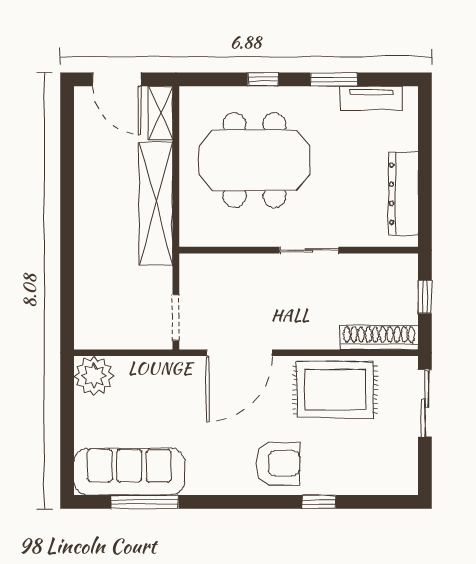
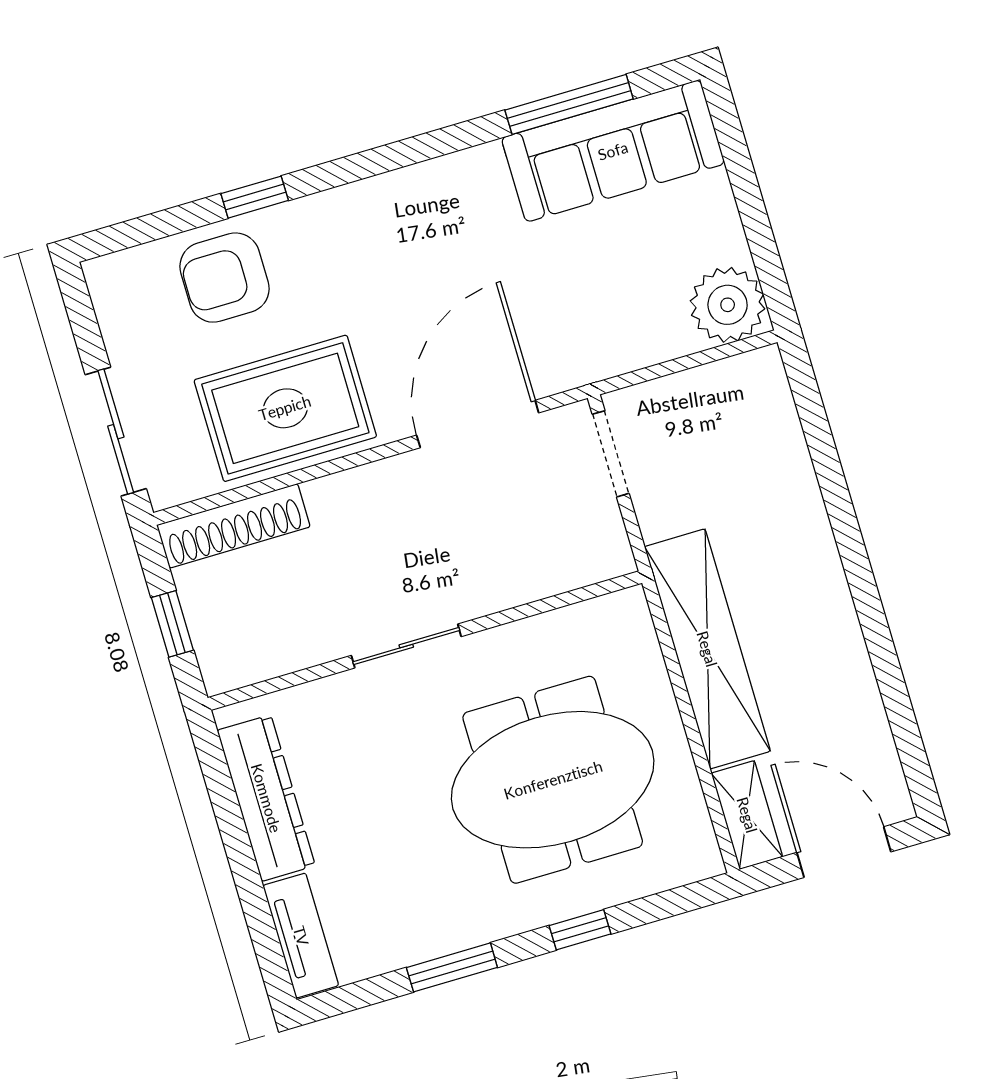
tv unit: (371, 98) -> (301, 936), moved, turned 90
armchair: (278, 463) -> (224, 278), moved

